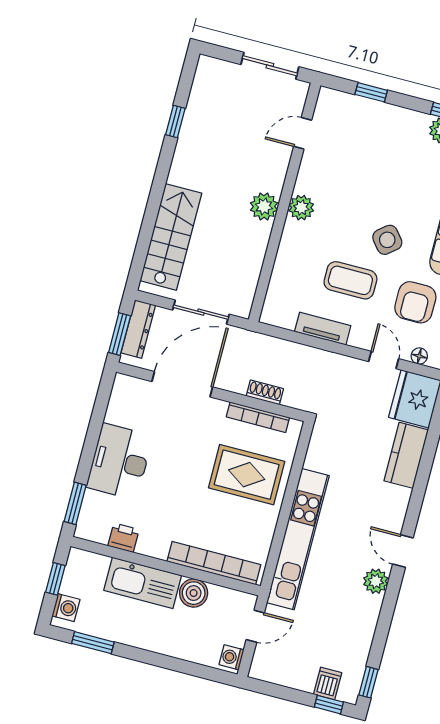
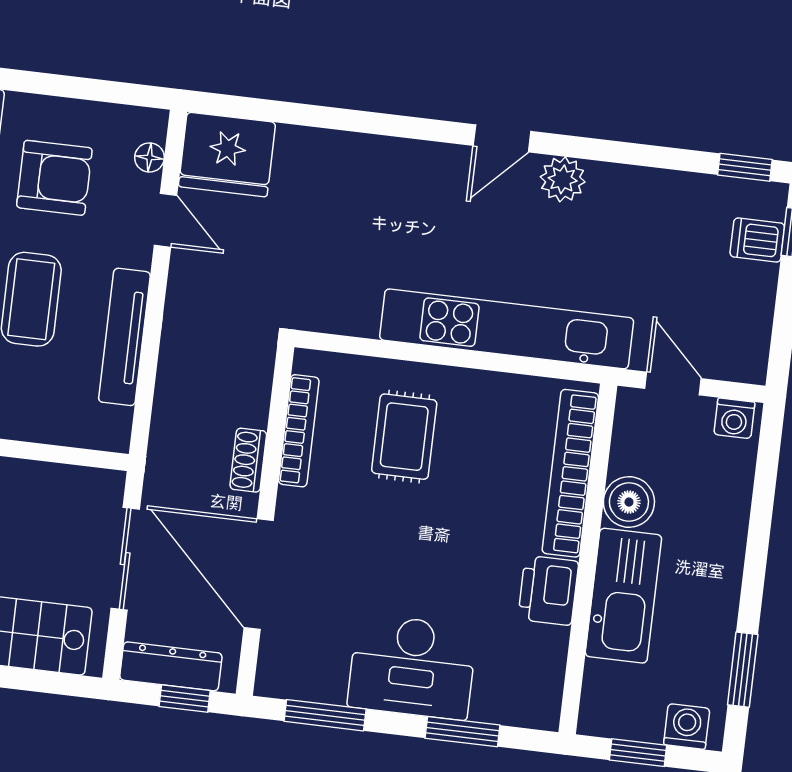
tv unit: (323, 329) -> (124, 337), width x1.41
window: (120, 334) -> (185, 698), width x0.67
door: (384, 360) -> (166, 220), swing flipped
shoe rack: (265, 392) -> (248, 460), moved
window: (100, 410) -> (325, 715), added
kitchen counter: (406, 455) -> (330, 156), removed
rug: (247, 475) -> (404, 437), width x0.73, depth x0.70
window: (75, 503) -> (462, 732), moved
printer: (123, 538) -> (548, 590), moved, width x1.36, depth x1.24

